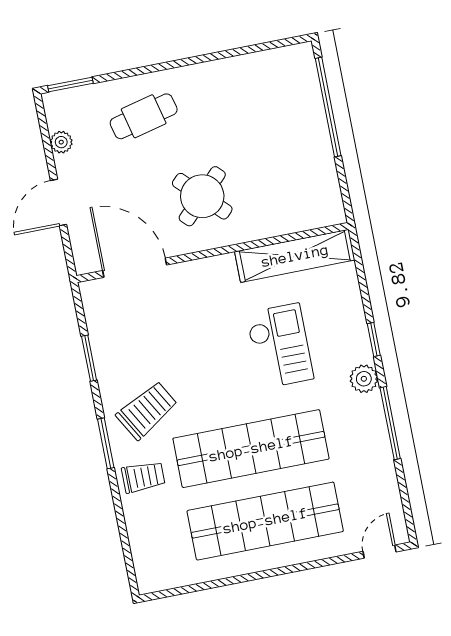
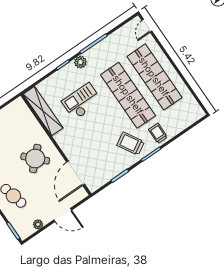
door: (380, 552) -> (147, 26), hinge flipped

